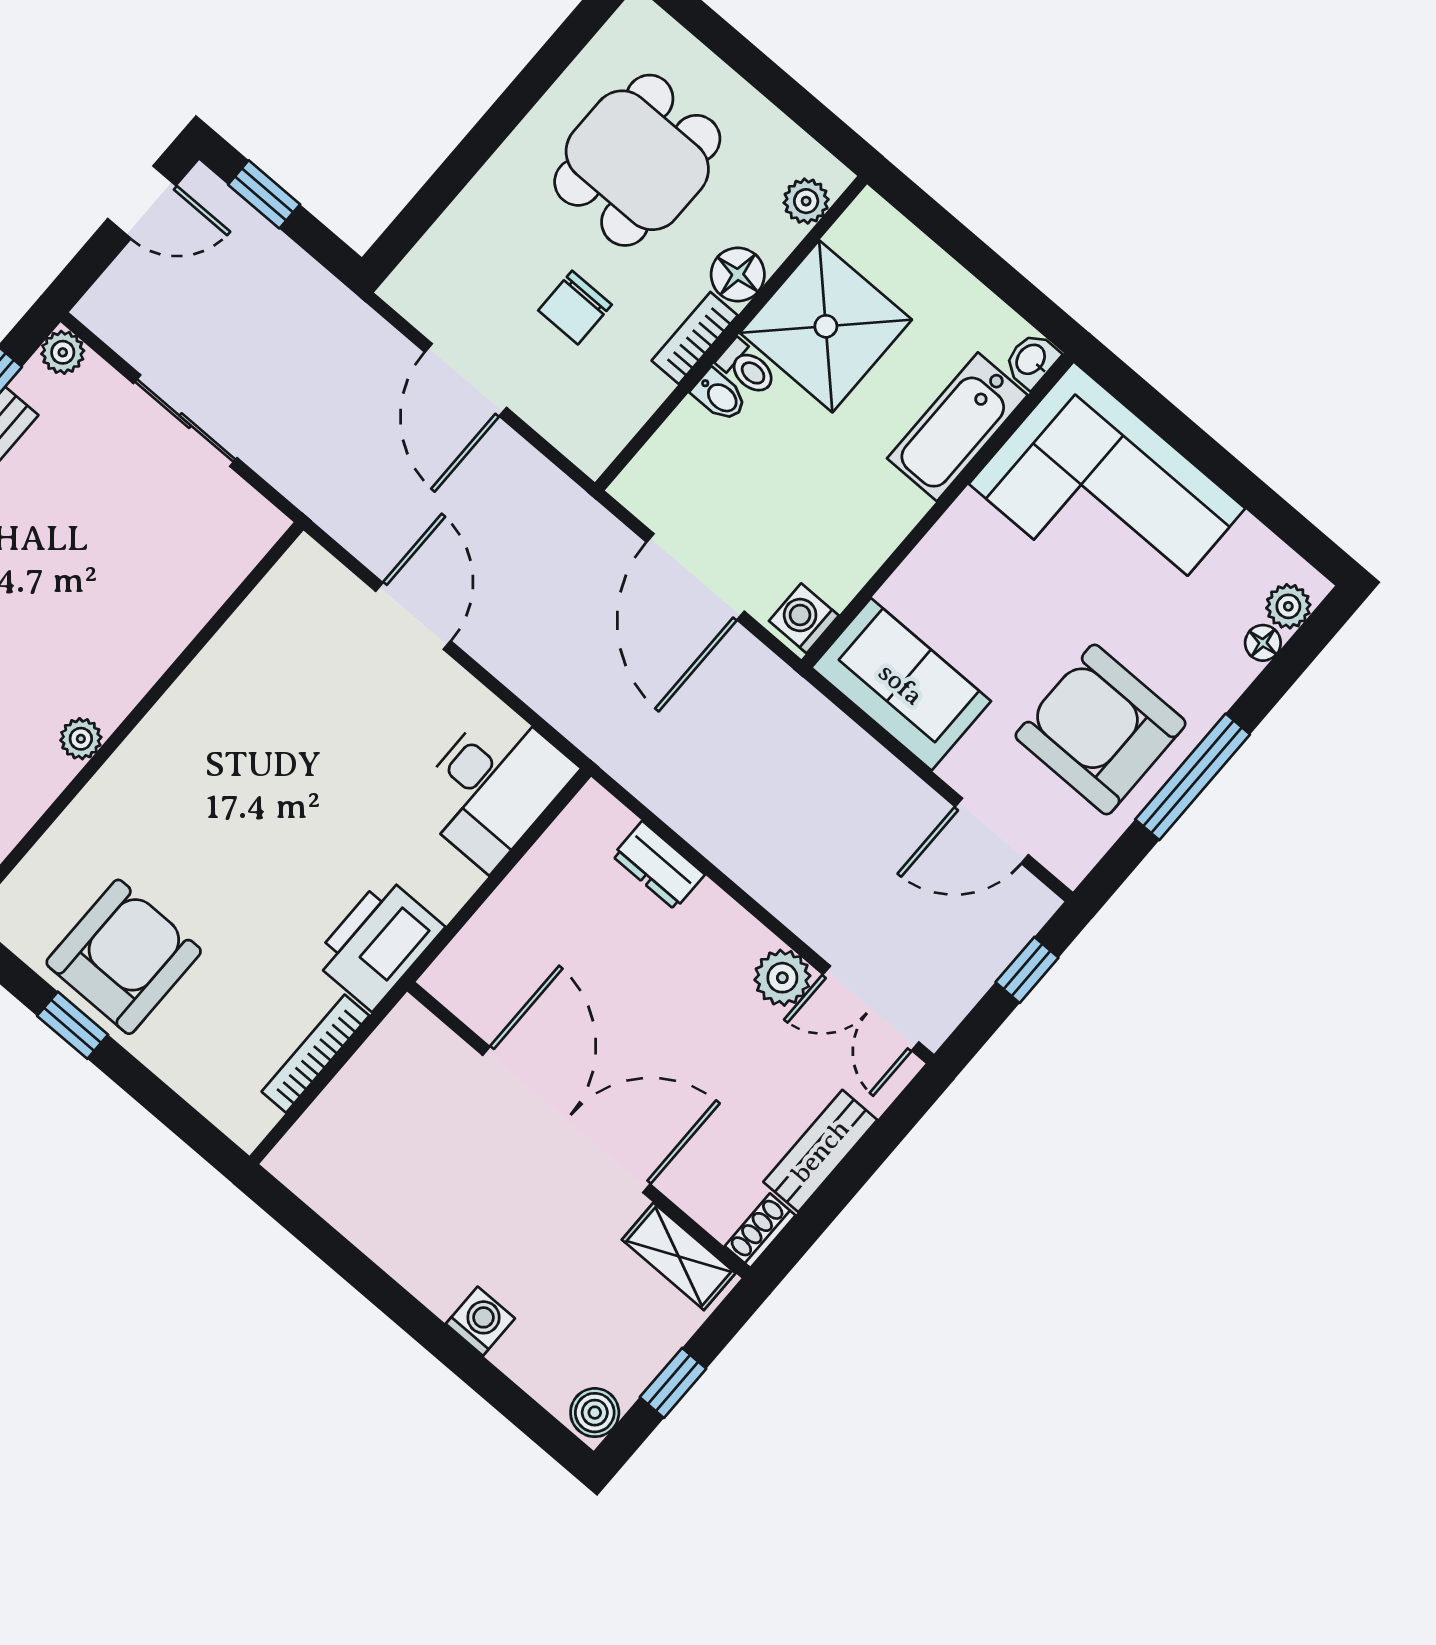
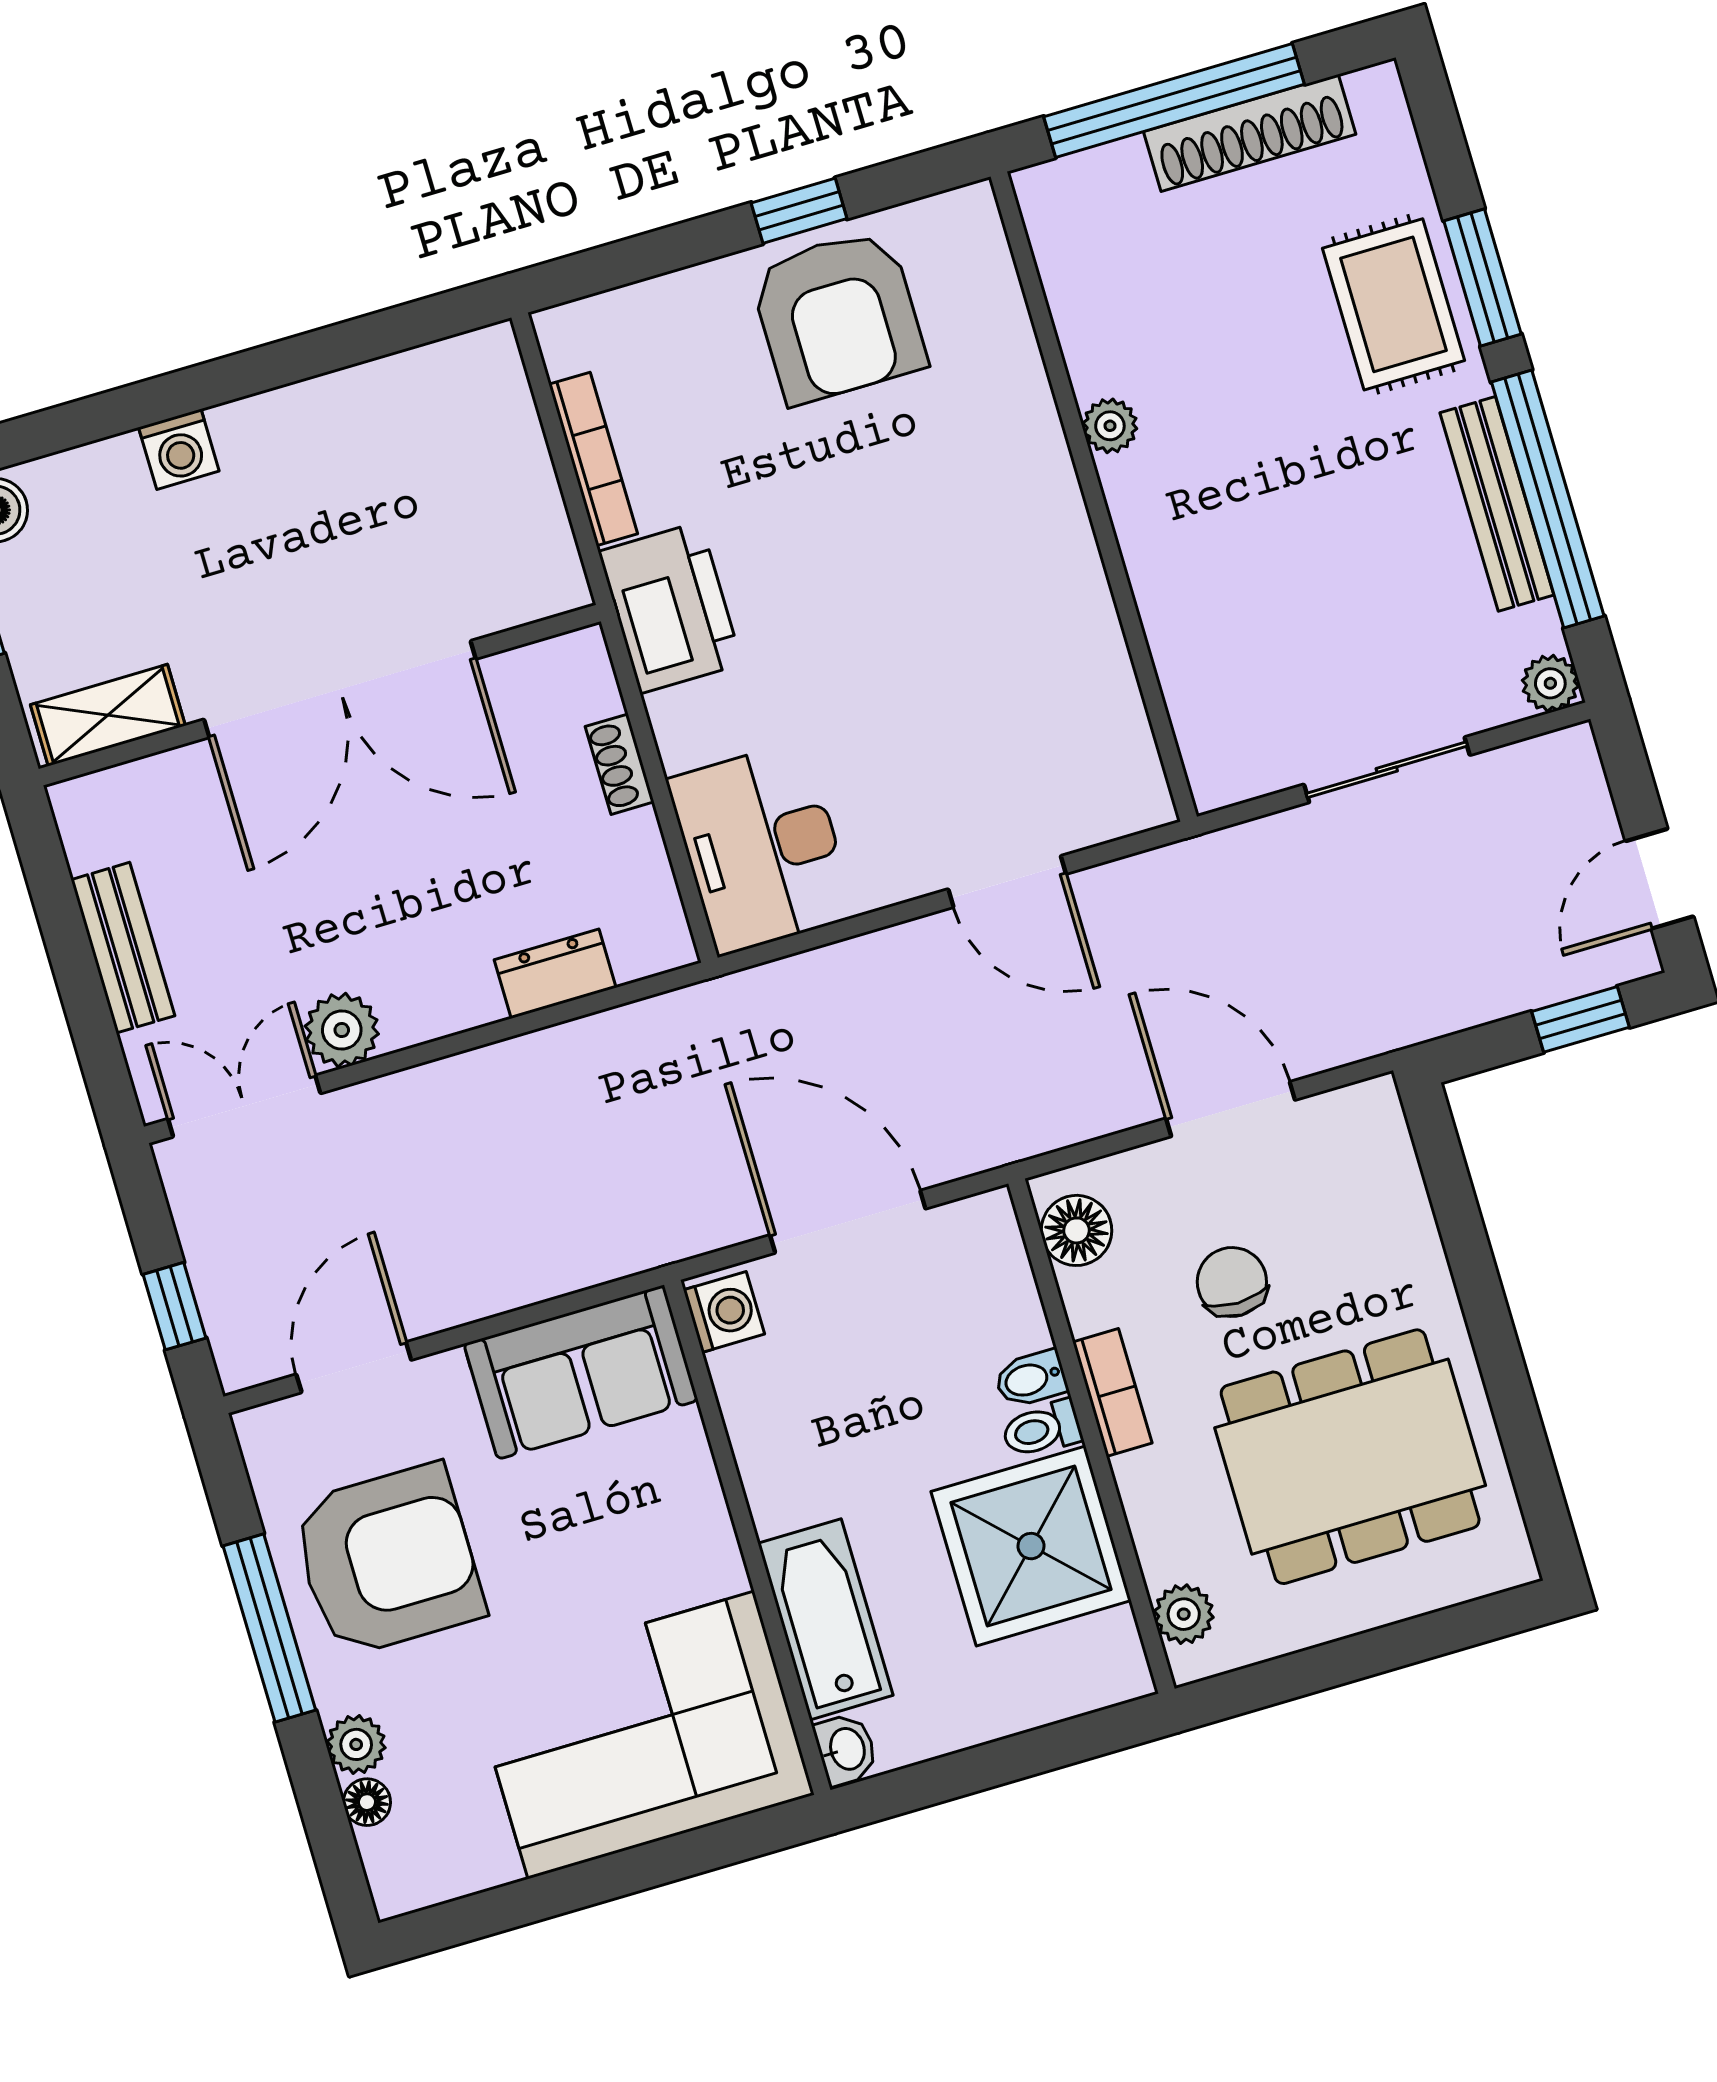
dining table: (637, 160) -> (1350, 1457), width x1.38
floor lamp: (738, 274) -> (1076, 1230), moved
plant: (1288, 606) -> (356, 1744), moved
shoe rack: (760, 1231) -> (620, 764), moved, turned 180

